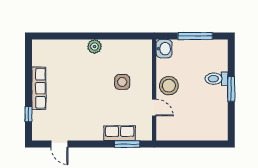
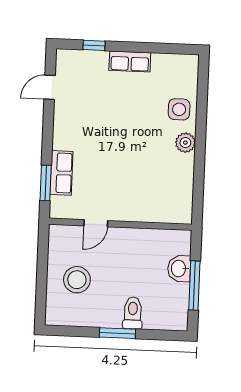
washbasin: (164, 49) -> (179, 269), moved, turned 90
side table: (122, 82) -> (179, 109), moved
stool: (169, 86) -> (77, 280), moved
row of seats: (39, 88) -> (130, 61), width x0.68

